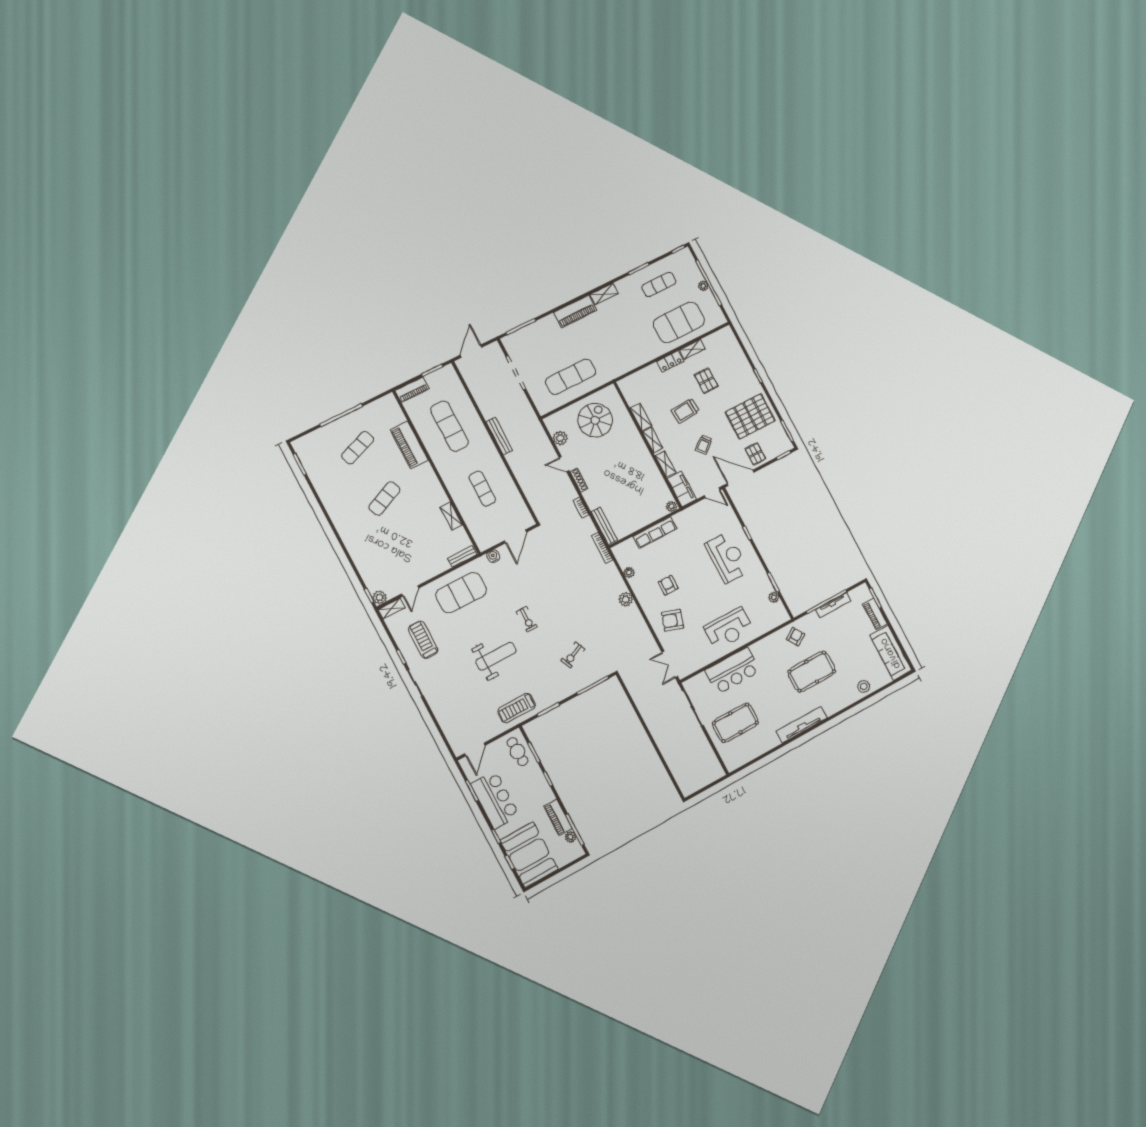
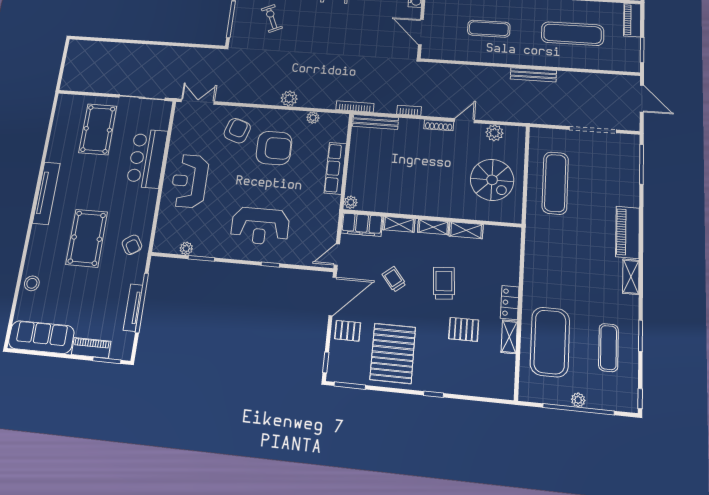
armchair: (668, 585) -> (274, 148), width x1.88, depth x1.88

